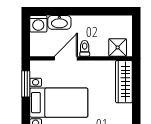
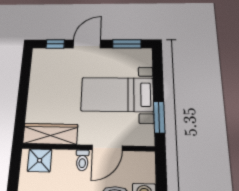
wardrobe: (124, 82) -> (50, 134), moved, turned -90

